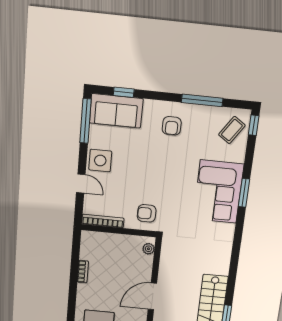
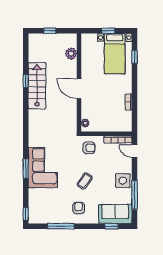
window: (85, 121) -> (134, 195), moved
coffee table: (232, 130) -> (85, 181), moved
door: (81, 183) -> (134, 151), moved
door: (152, 296) -> (79, 89), swing flipped

